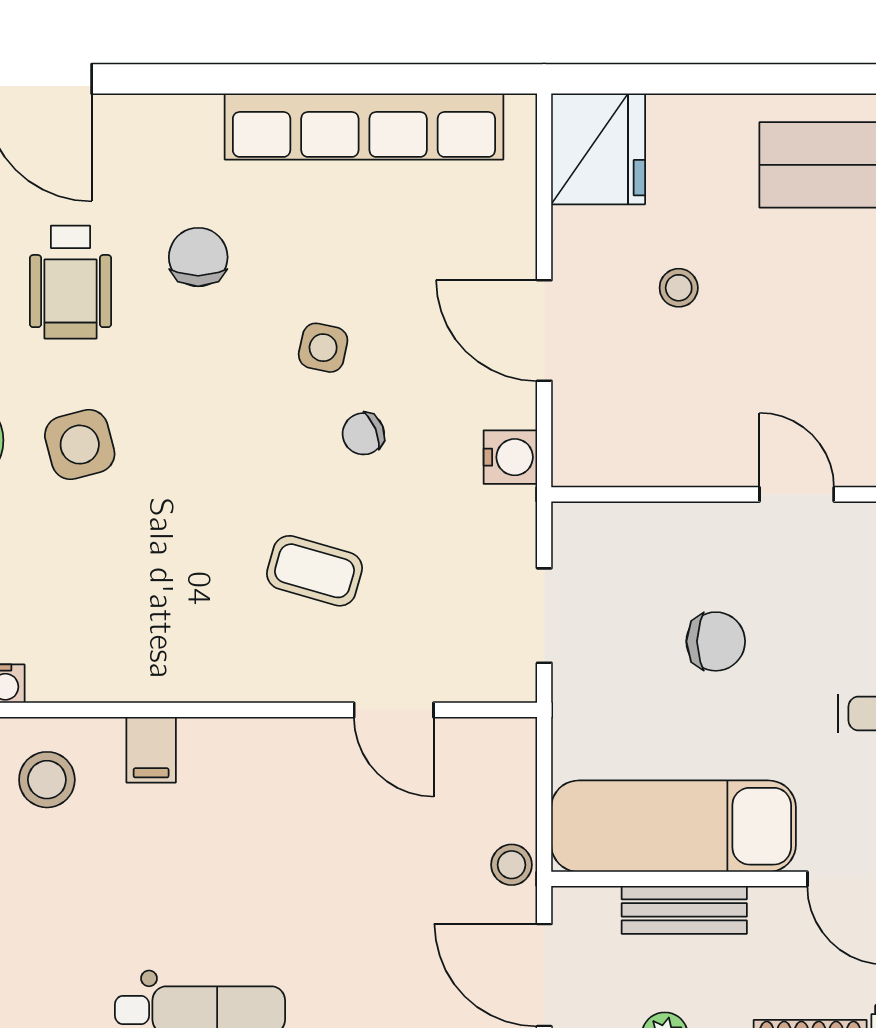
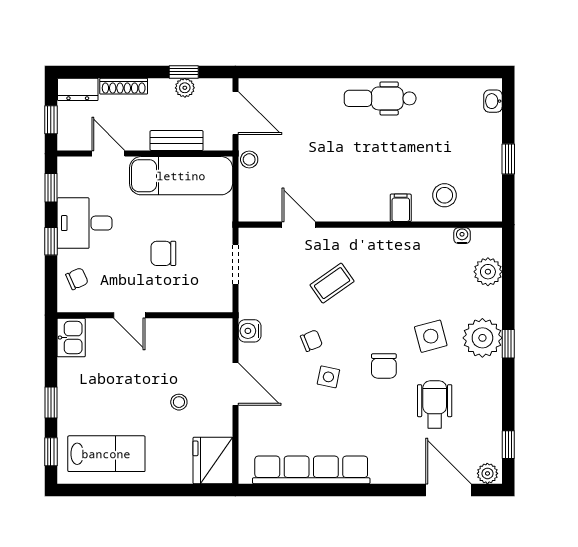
chair: (198, 257) -> (384, 366), moved
coffee table: (314, 571) -> (332, 283), turned -51

